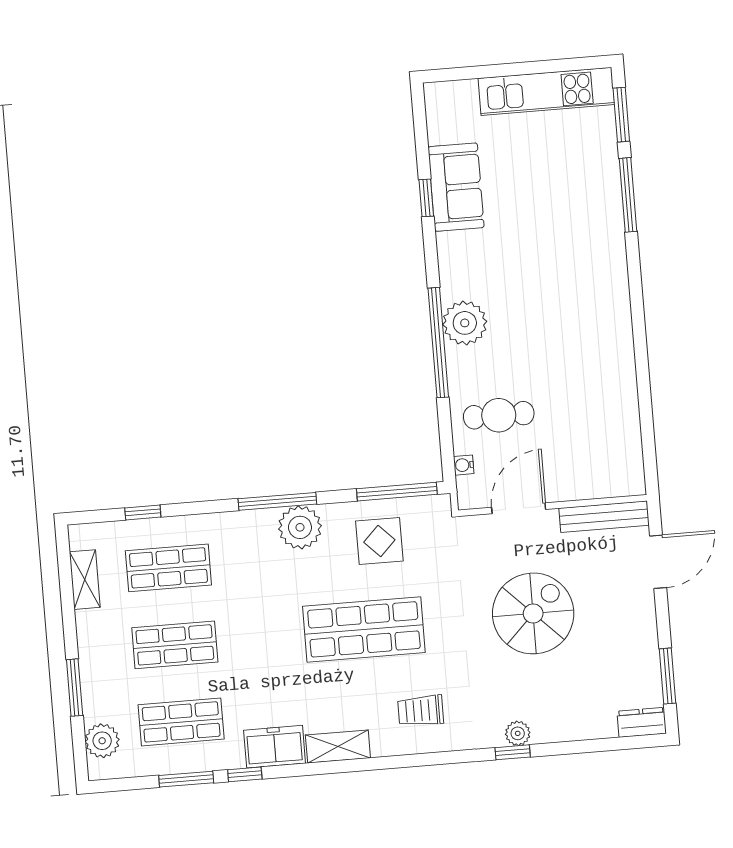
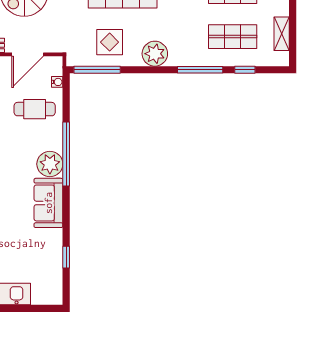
sofa: (456, 187) -> (48, 203), moved
window: (426, 198) -> (66, 257), moved
window: (277, 501) -> (200, 70), moved

